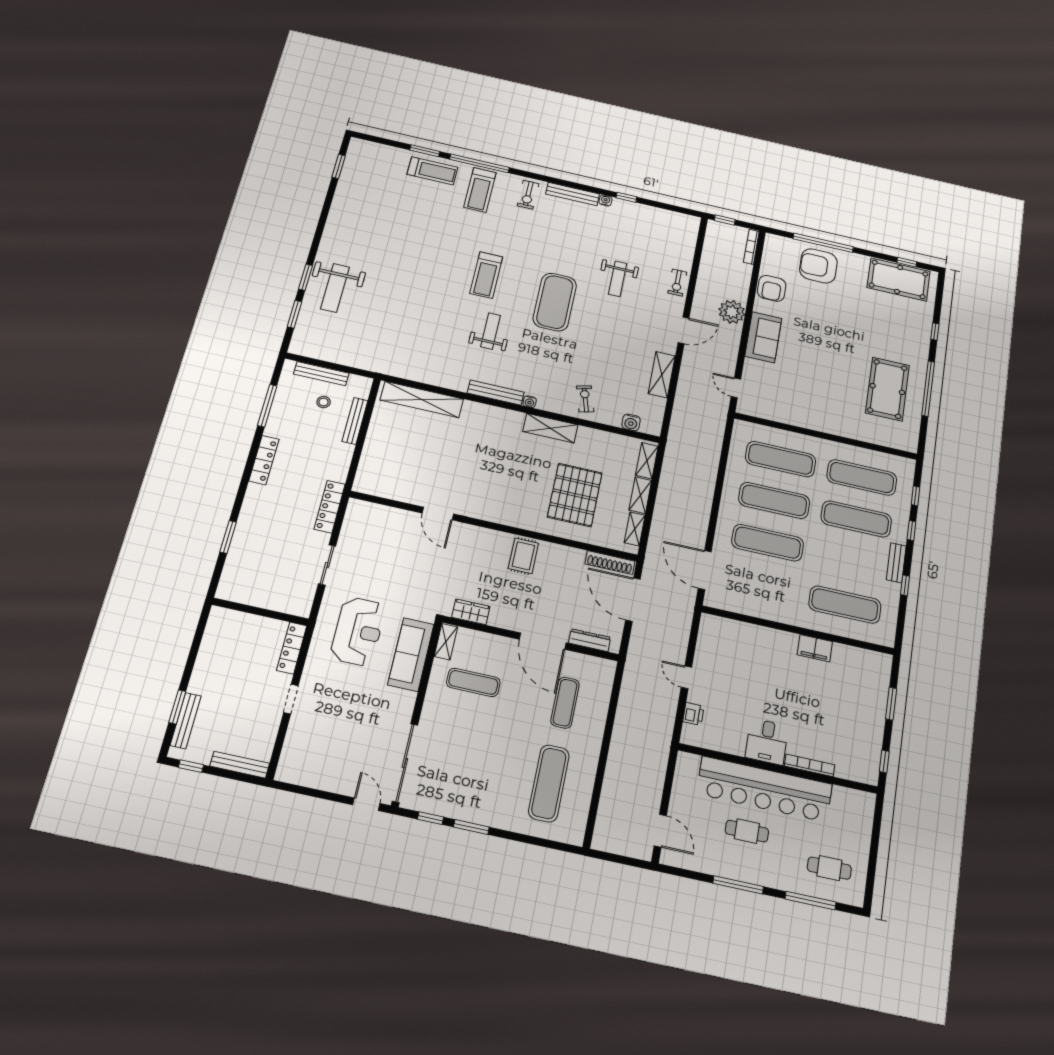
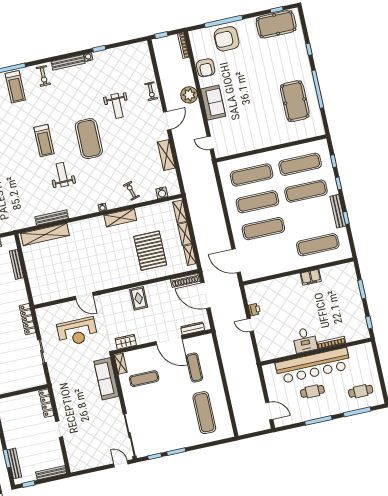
bench: (496, 393) -> (52, 218), moved
bench: (896, 563) -> (338, 211), width x1.36
reception desk: (358, 631) -> (77, 332), moved, turned 90
printer: (693, 714) -> (254, 310), moved

